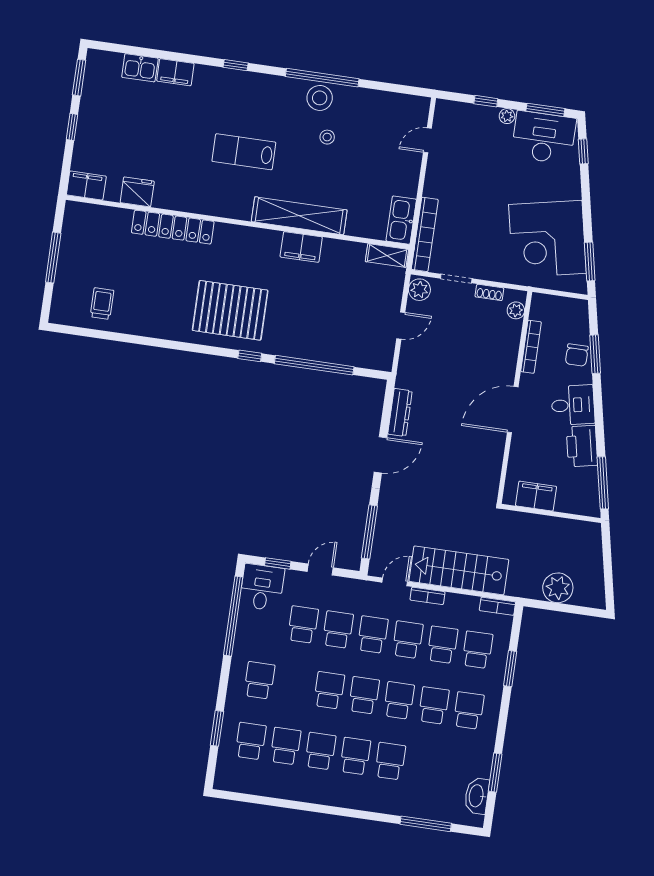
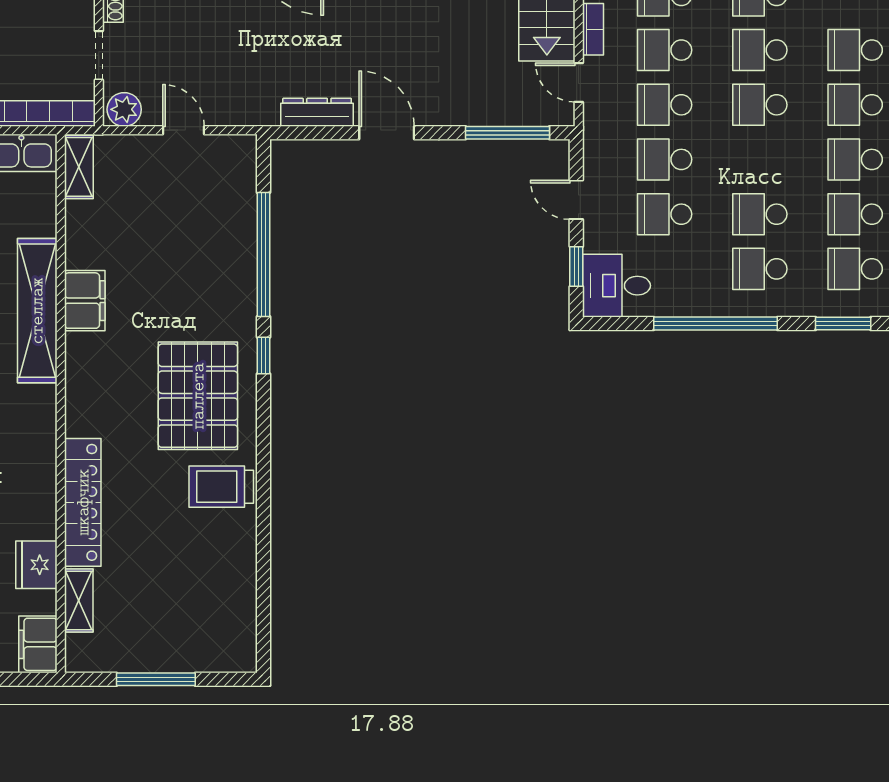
shelving: (110, 216) -> (79, 601), added
trolley: (102, 303) -> (221, 487), moved, width x1.36, depth x1.39
window: (233, 616) -> (715, 323), moved
school desk: (329, 690) -> (760, 214), moved

